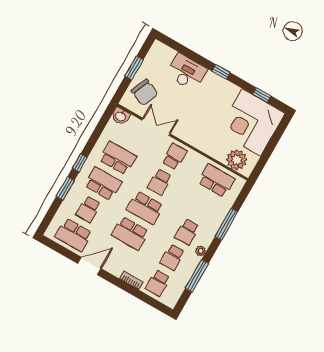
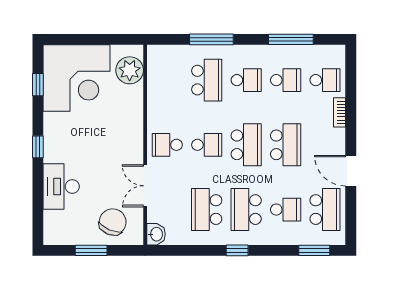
school desk: (216, 181) -> (207, 80), moved, turned 180
window: (65, 188) -> (314, 250), moved
plant: (201, 251) -> (259, 52), removed

